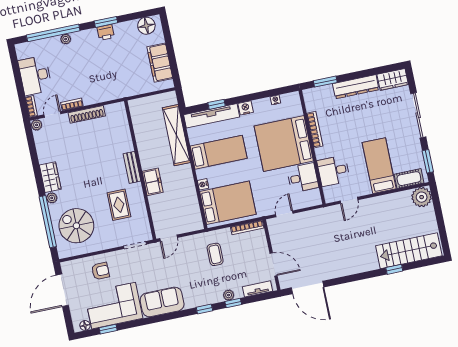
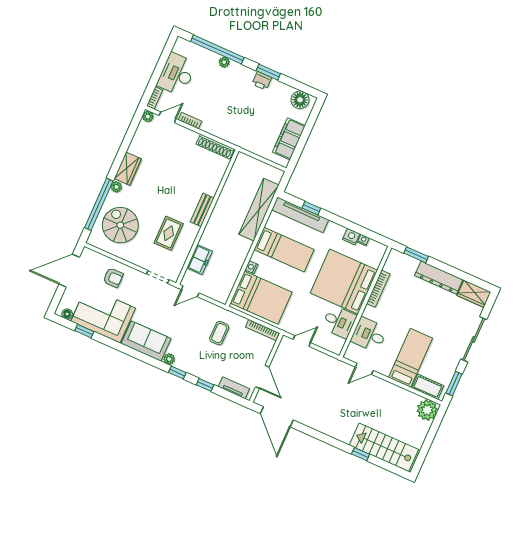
nightstand: (246, 108) -> (351, 237), moved
shoe rack: (87, 114) -> (215, 146), moved
freezer: (153, 182) -> (200, 260), moved
plant: (229, 295) -> (169, 359), moved

